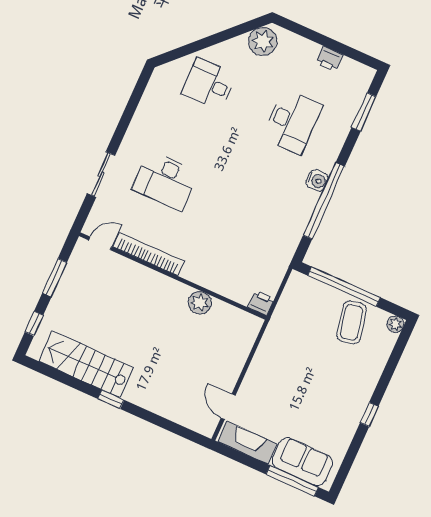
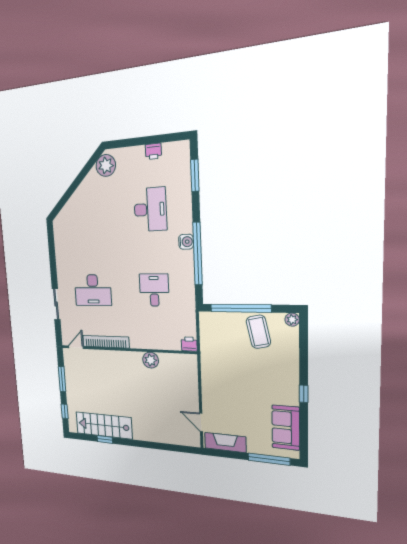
desk: (209, 84) -> (154, 290), moved, turned 90
window: (111, 399) -> (105, 439), moved
sofa: (302, 462) -> (286, 428), moved, turned -90

